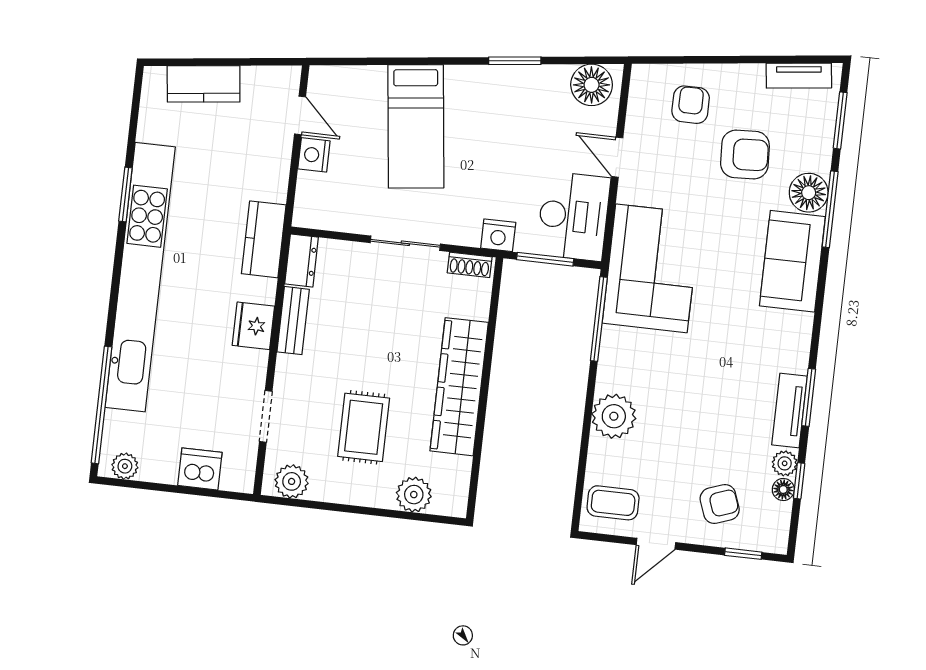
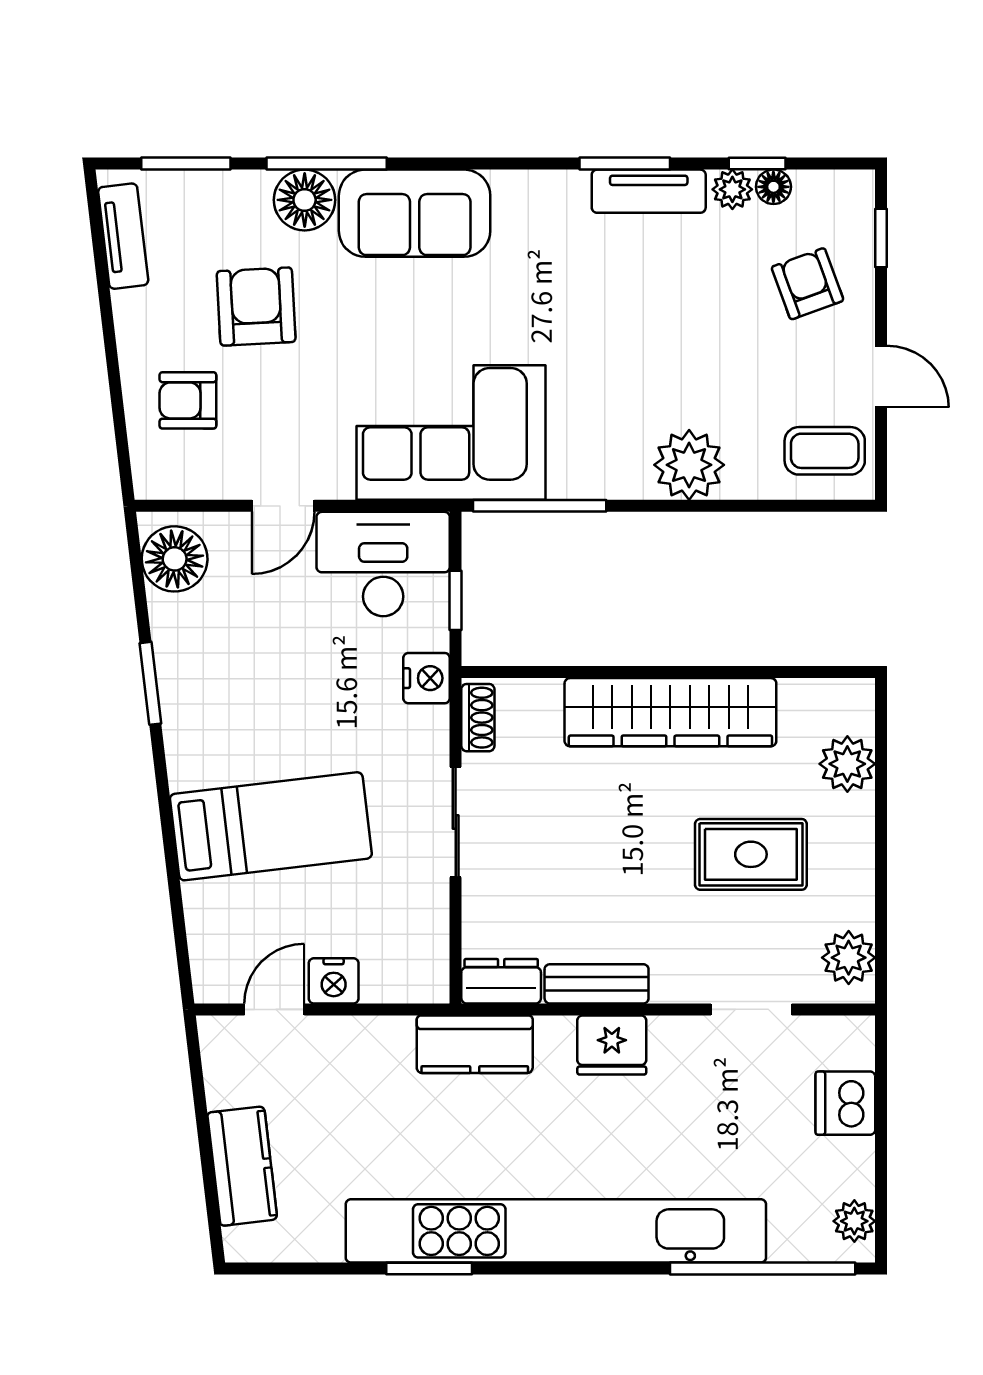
window: (545, 259) -> (456, 600), width x0.67
coffee table: (613, 503) -> (825, 451), turned 90

